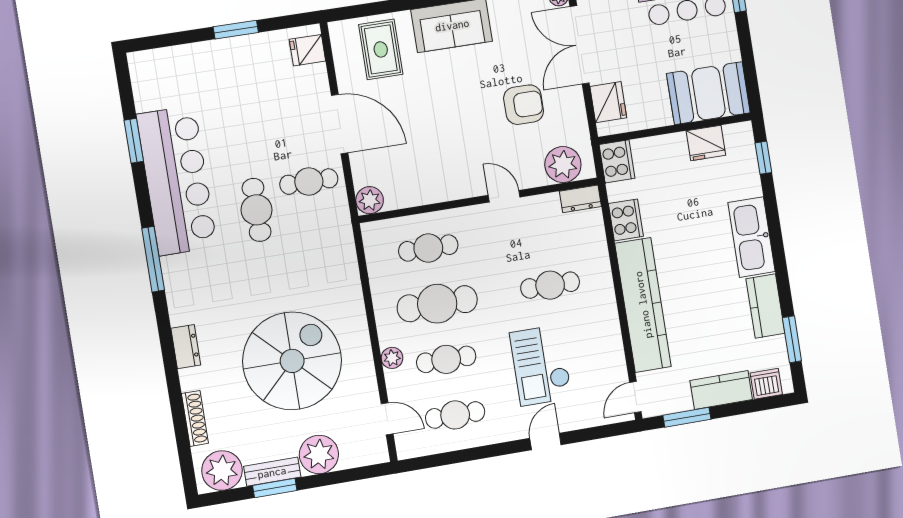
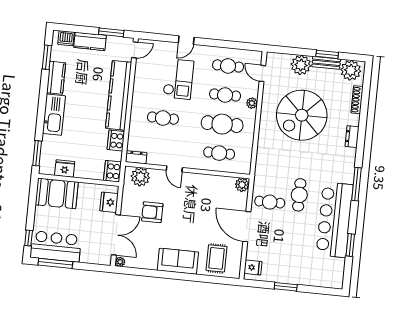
window: (763, 158) -> (37, 153), width x1.50

